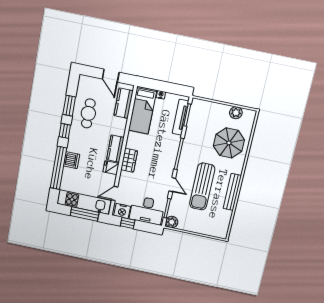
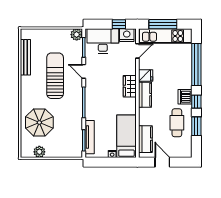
dishwasher: (71, 160) -> (185, 97), moved
bench: (232, 192) -> (25, 57), moved

